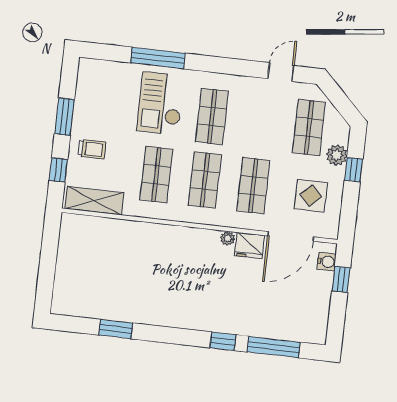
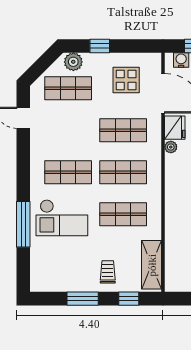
plant: (337, 155) -> (73, 62), moved

